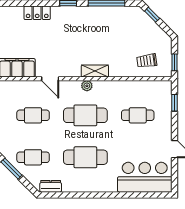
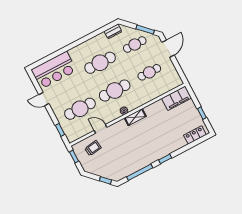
locker: (37, 13) -> (195, 135), moved
shelving: (95, 71) -> (135, 117), moved
door: (50, 79) -> (101, 129), moved
cafe table: (138, 115) -> (80, 109), width x1.37, depth x1.35

